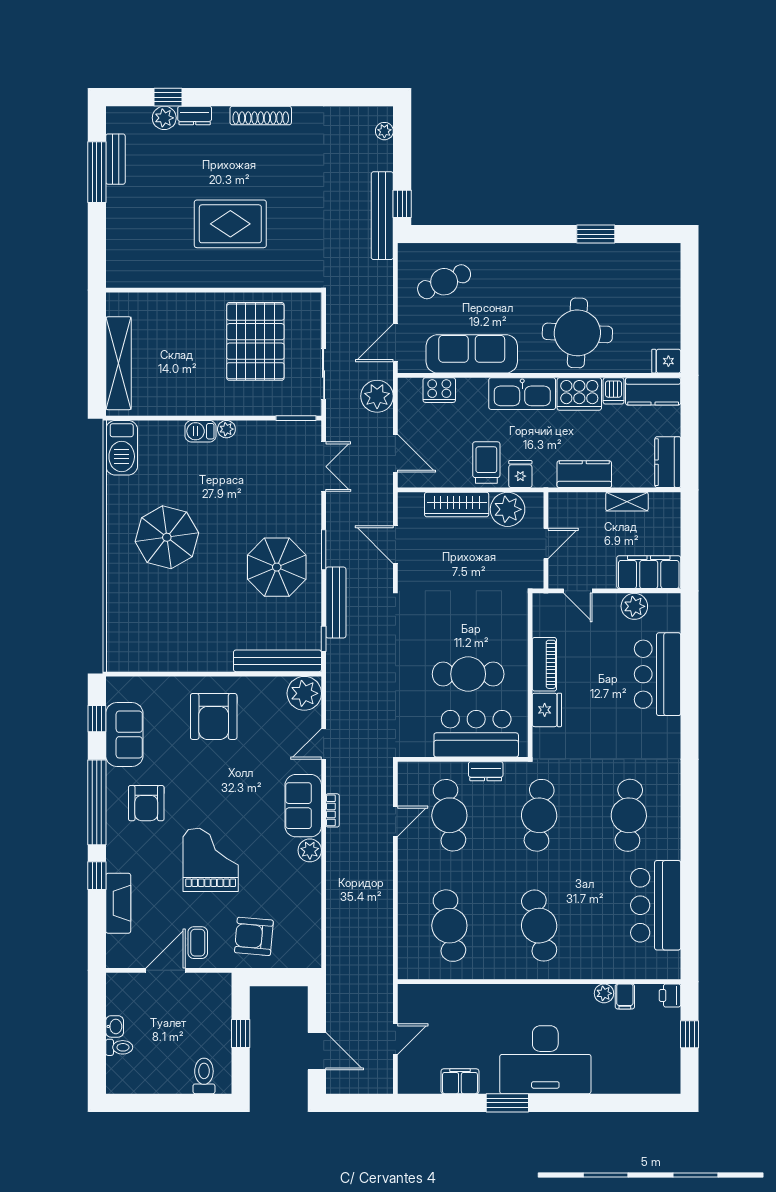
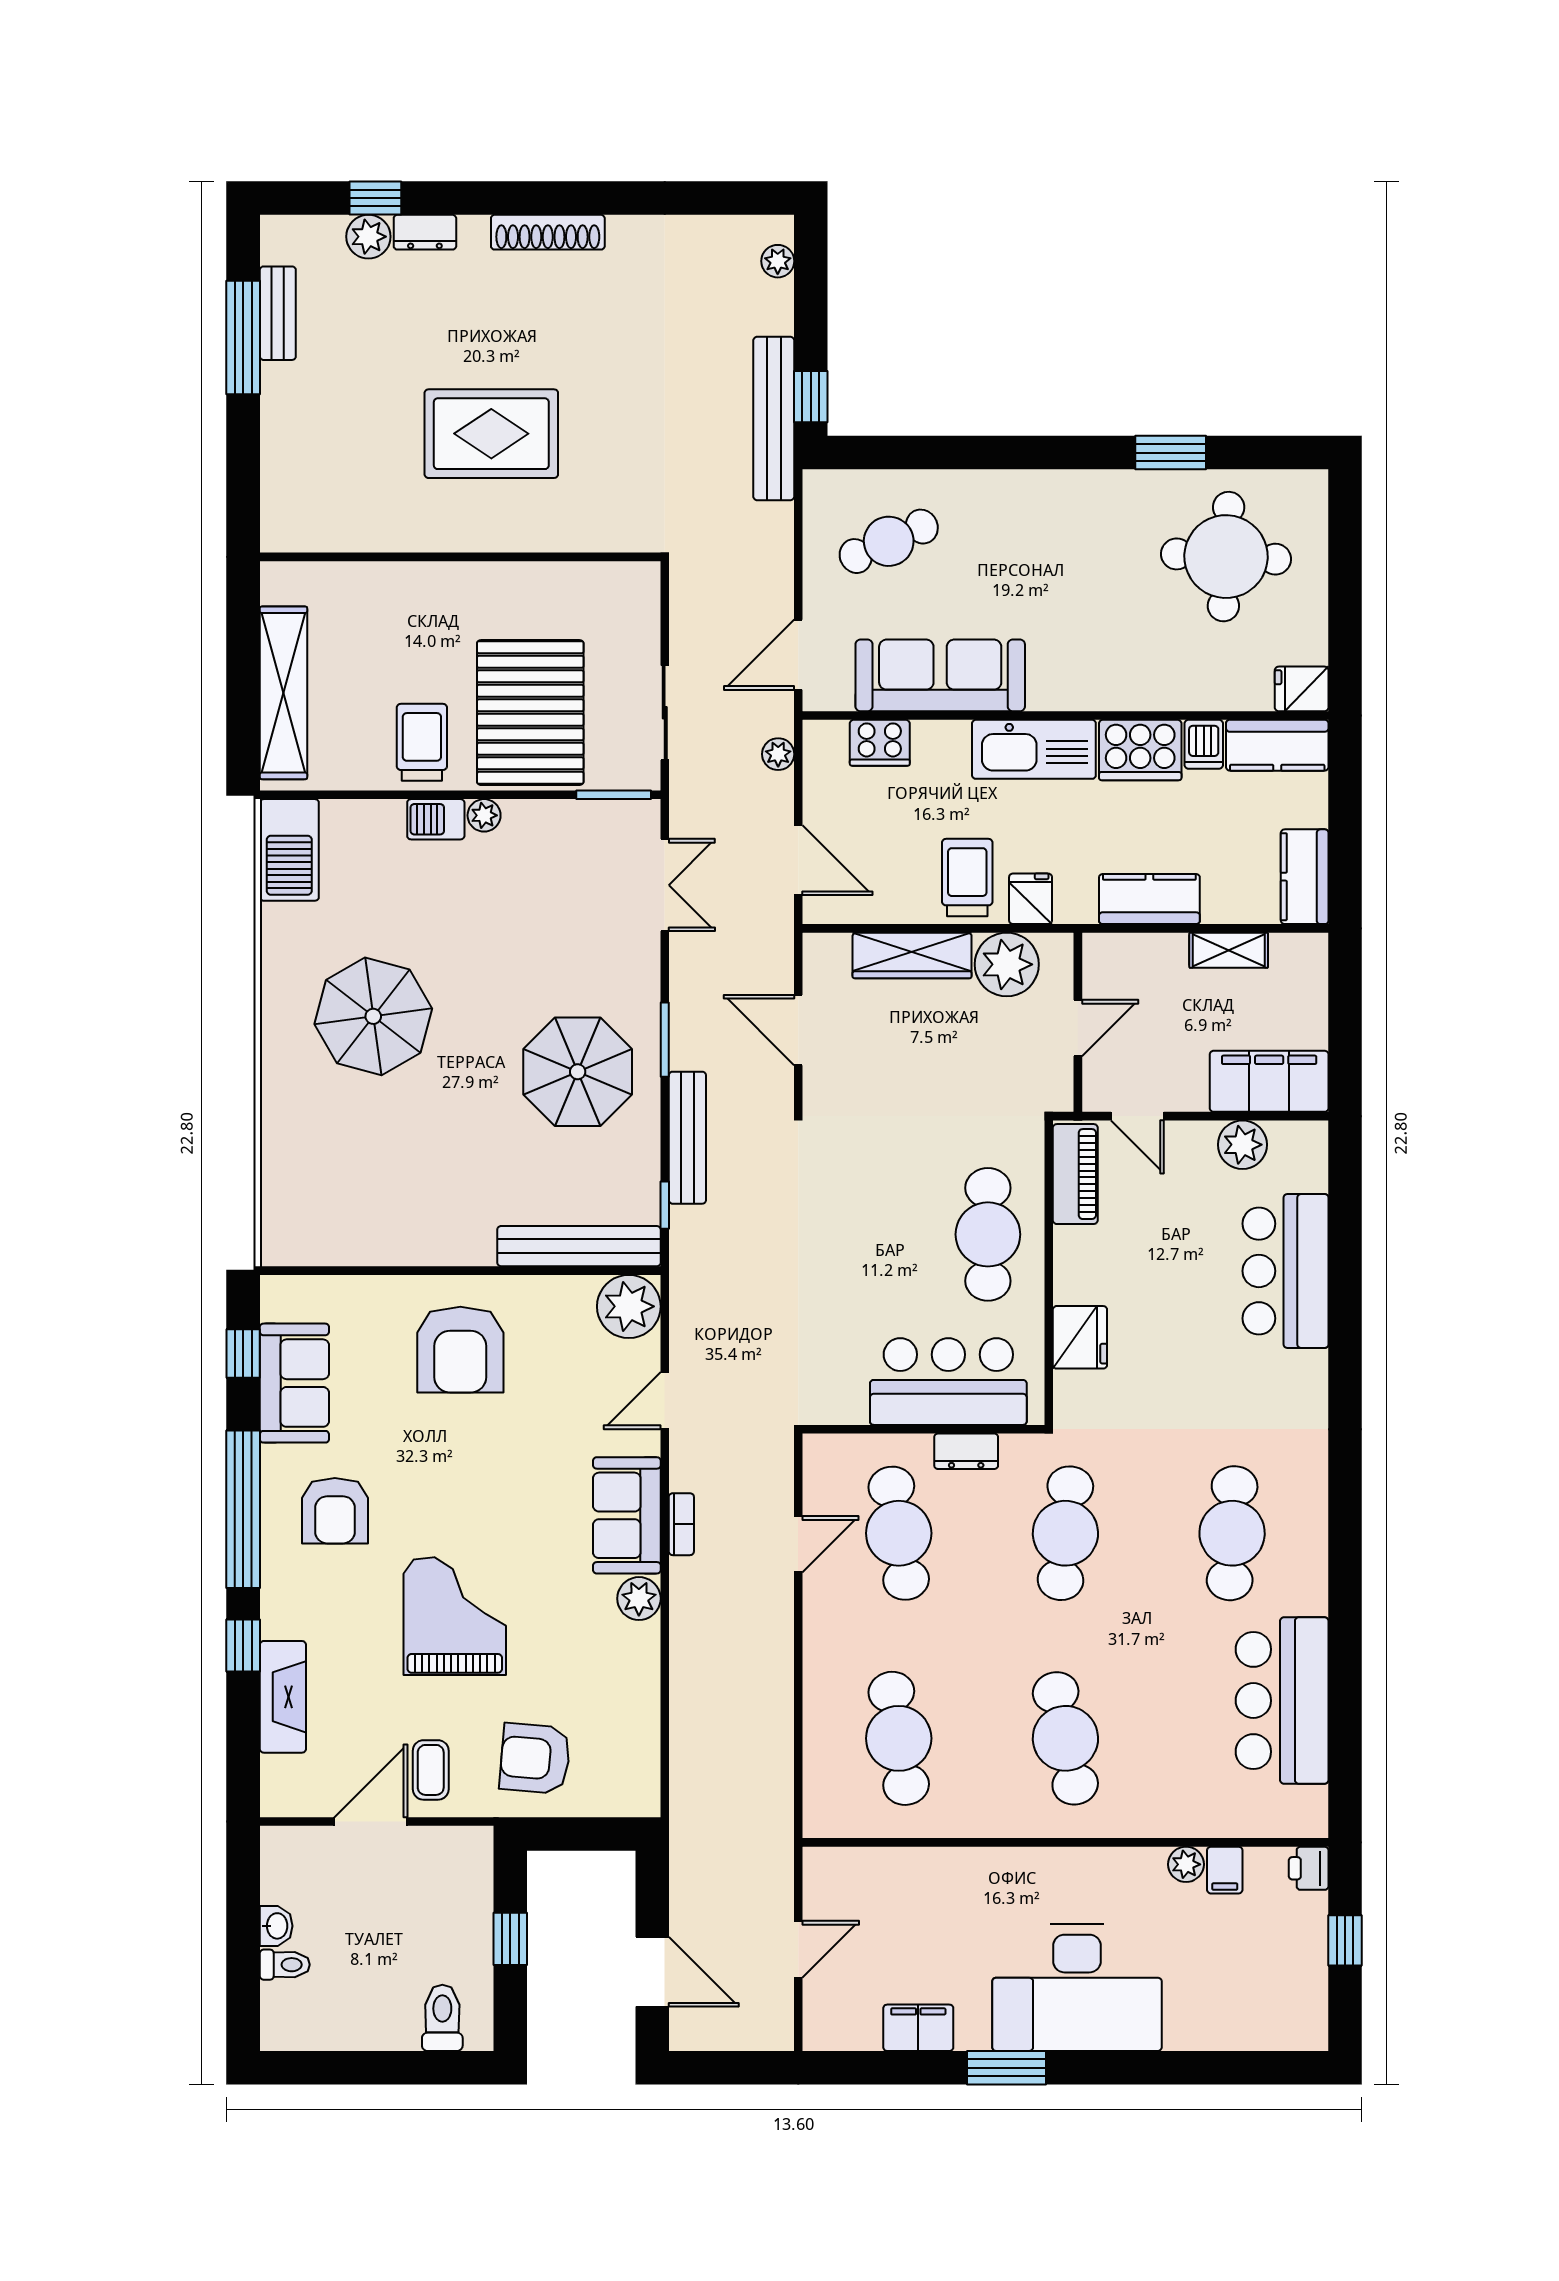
round table: (577, 333) -> (1226, 557), moved
pallet: (255, 341) -> (530, 713), moved
trolley: (193, 390) -> (422, 742), added
plant: (377, 396) -> (778, 754), width x0.53, depth x0.53
piano: (544, 664) -> (1075, 1174), moved
cafe table: (468, 674) -> (988, 1234), moved, turned 90

